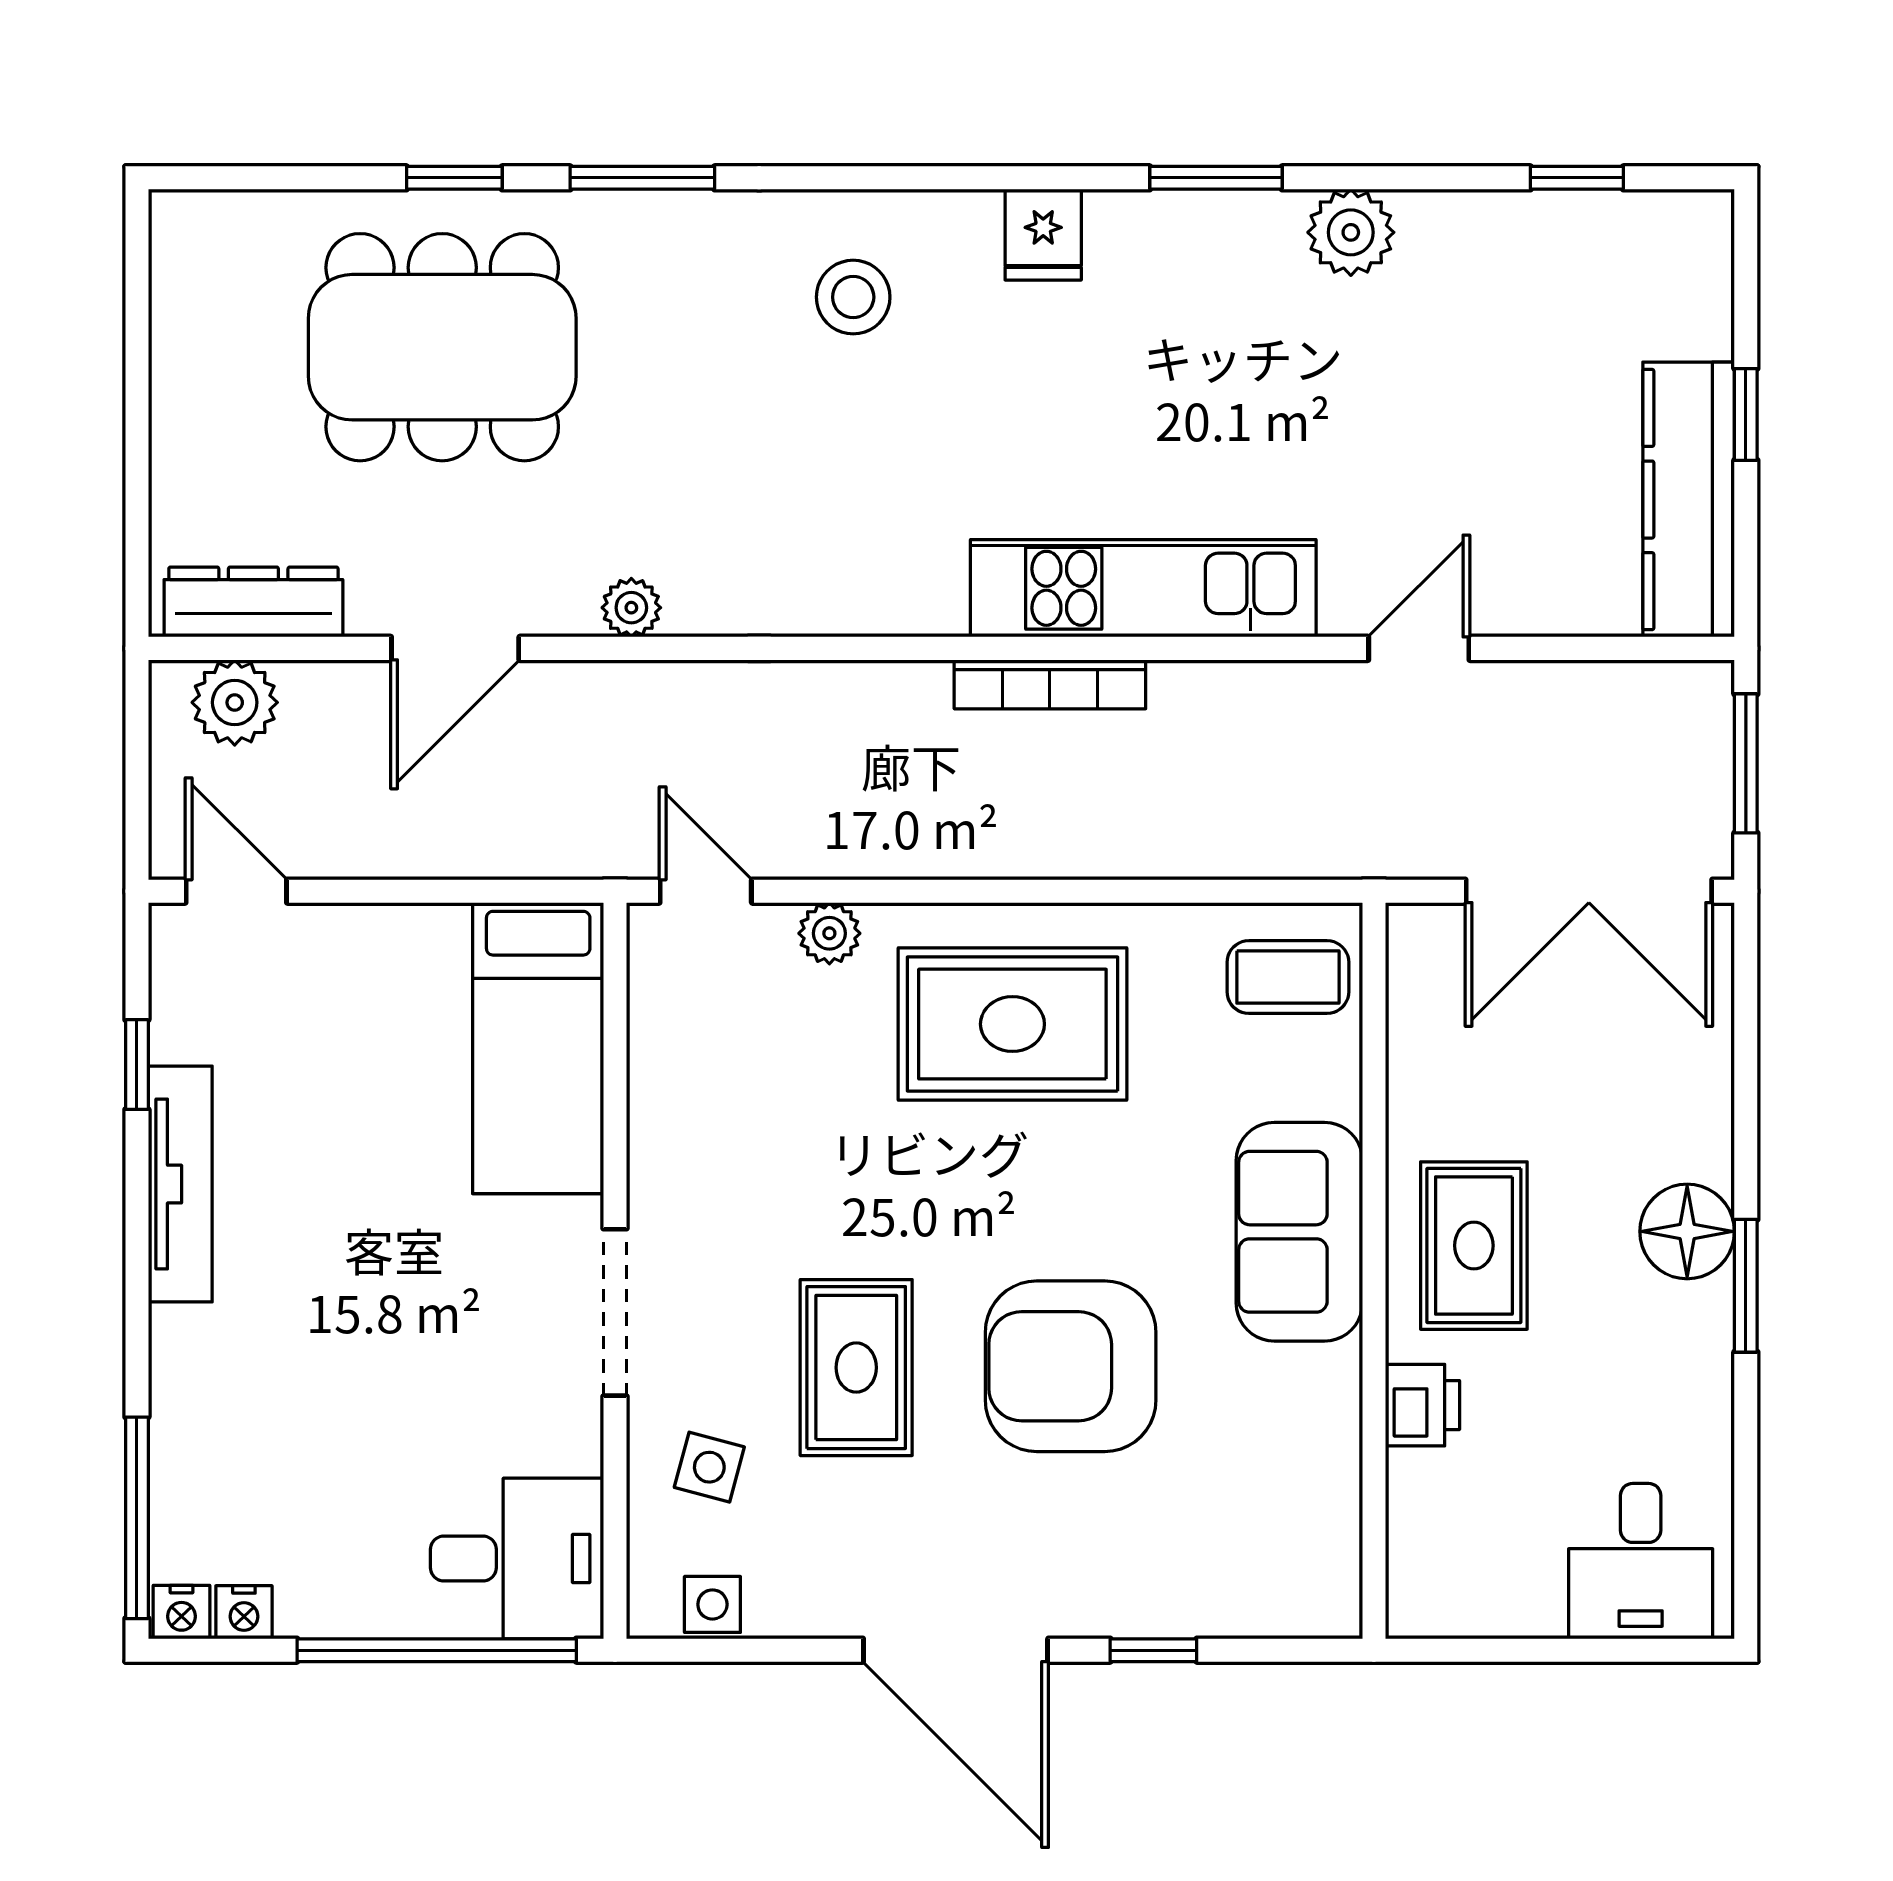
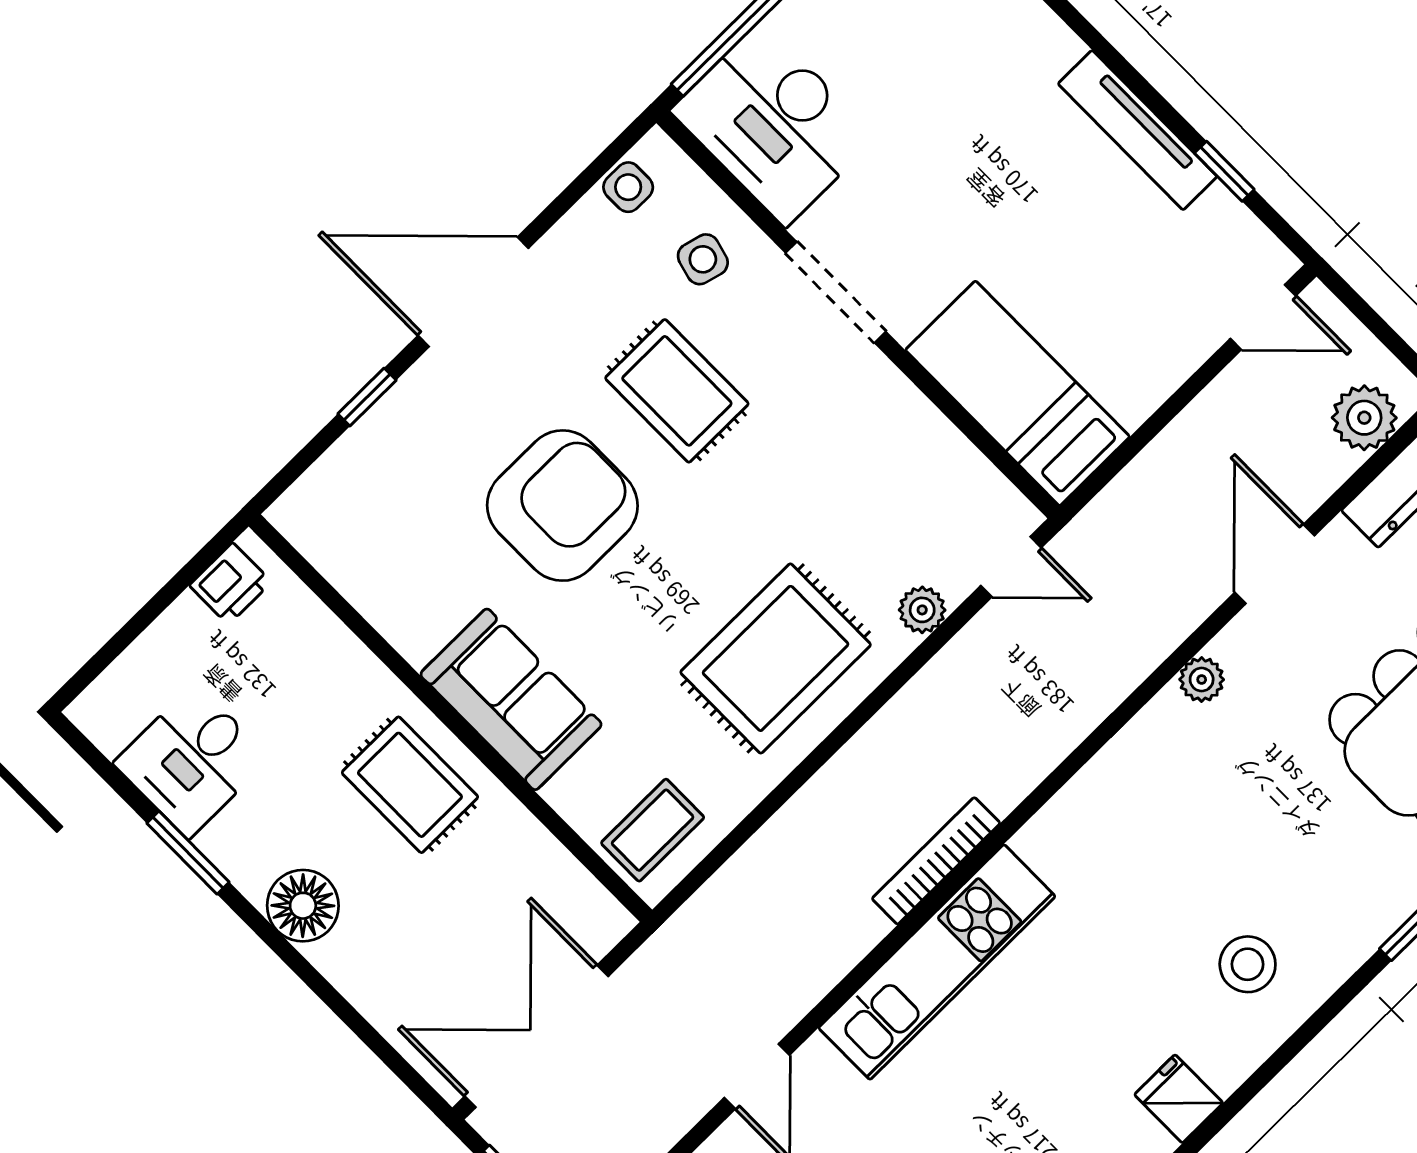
window: (1746, 1286) -> (188, 853), moved
printer: (1422, 1405) -> (231, 584), moved, turned -90
desk: (517, 1559) -> (773, 124), width x1.37
desk: (1641, 1561) -> (192, 761), moved, turned -90

